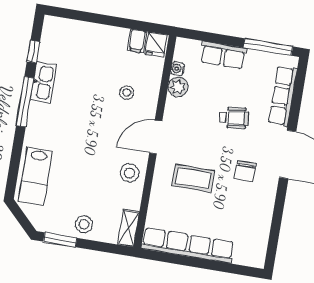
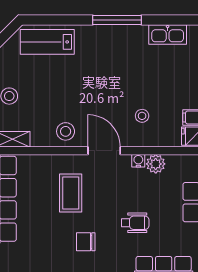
window: (33, 52) -> (166, 20), removed
water cooler: (178, 69) -> (138, 161), moved
kitchen sink: (43, 82) -> (168, 34), moved
wheelchair: (234, 118) -> (135, 223), turned -83

